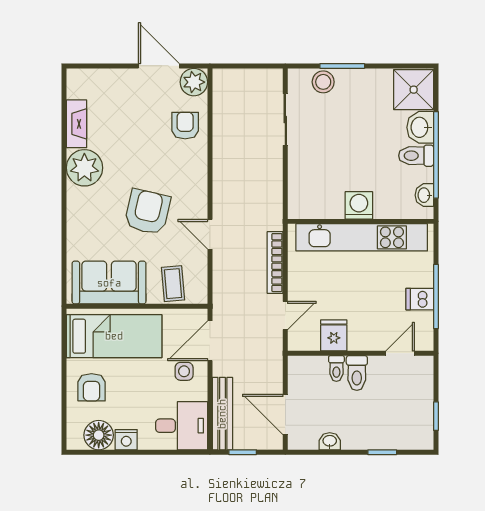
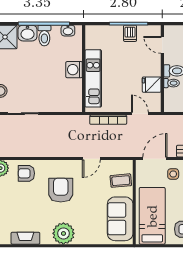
plant: (84, 168) -> (63, 233), moved
armchair: (147, 212) -> (61, 190), moved, turned 77
kitchen unit: (362, 237) -> (93, 78), width x0.73
door: (210, 341) -> (155, 159), swing flipped

